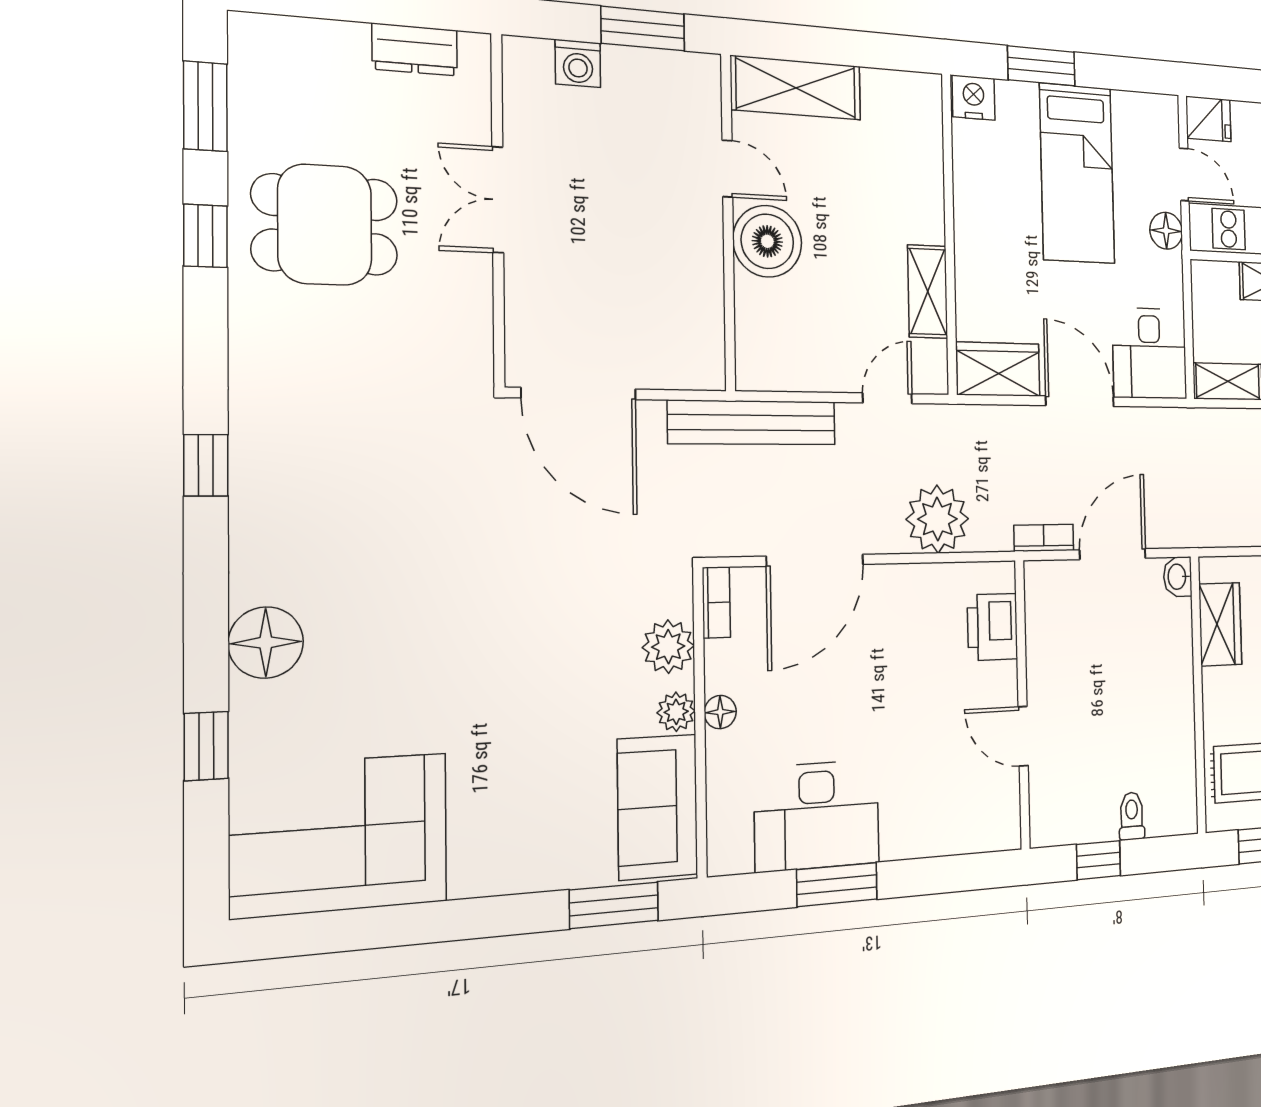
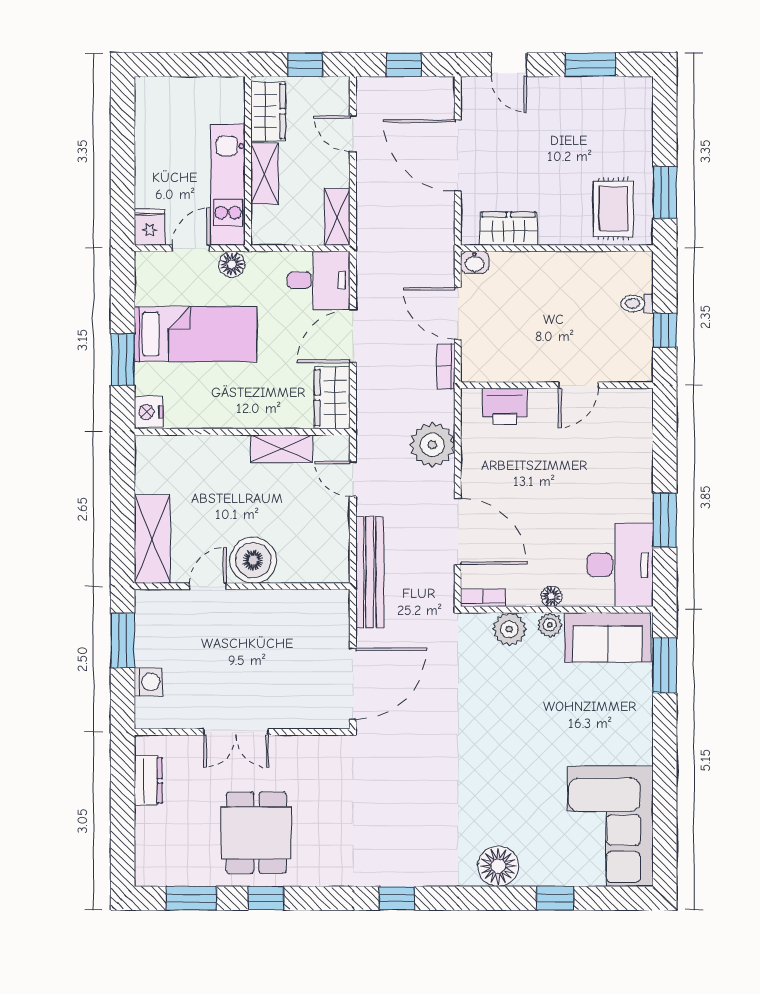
desk: (817, 816) -> (620, 565), moved

